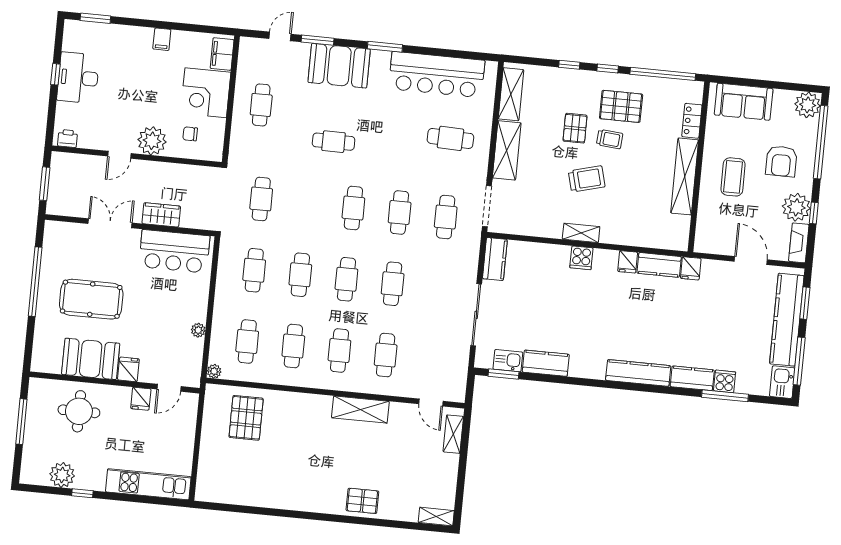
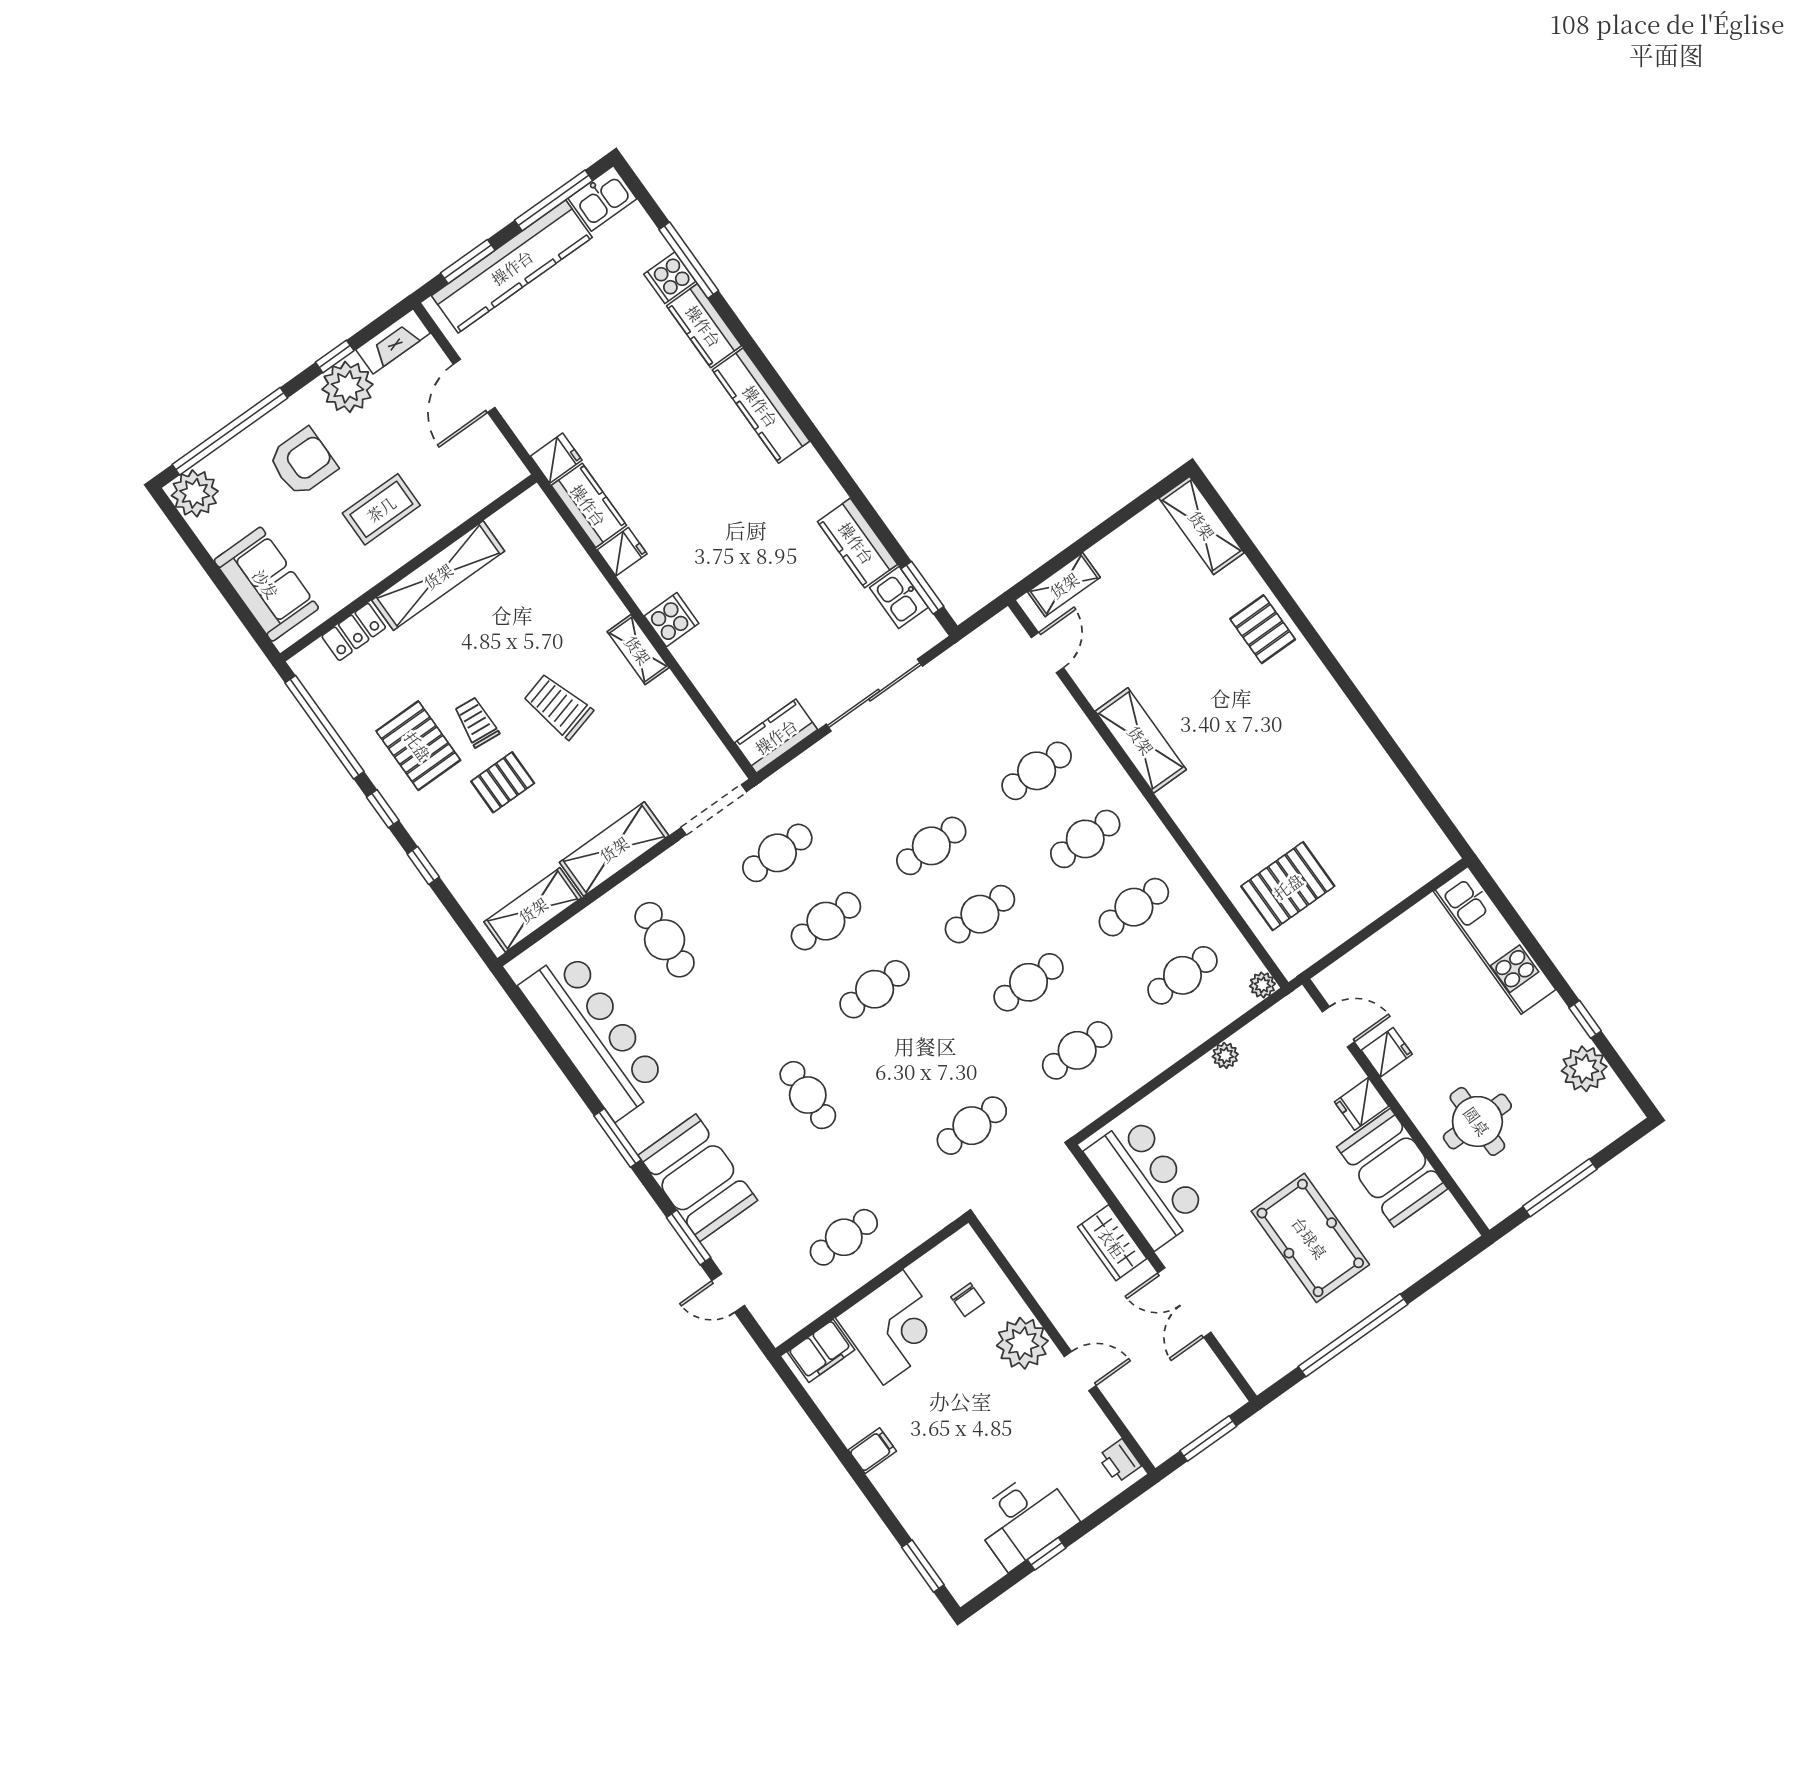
shelving: (436, 517) -> (1202, 525), width x1.50, depth x1.33

